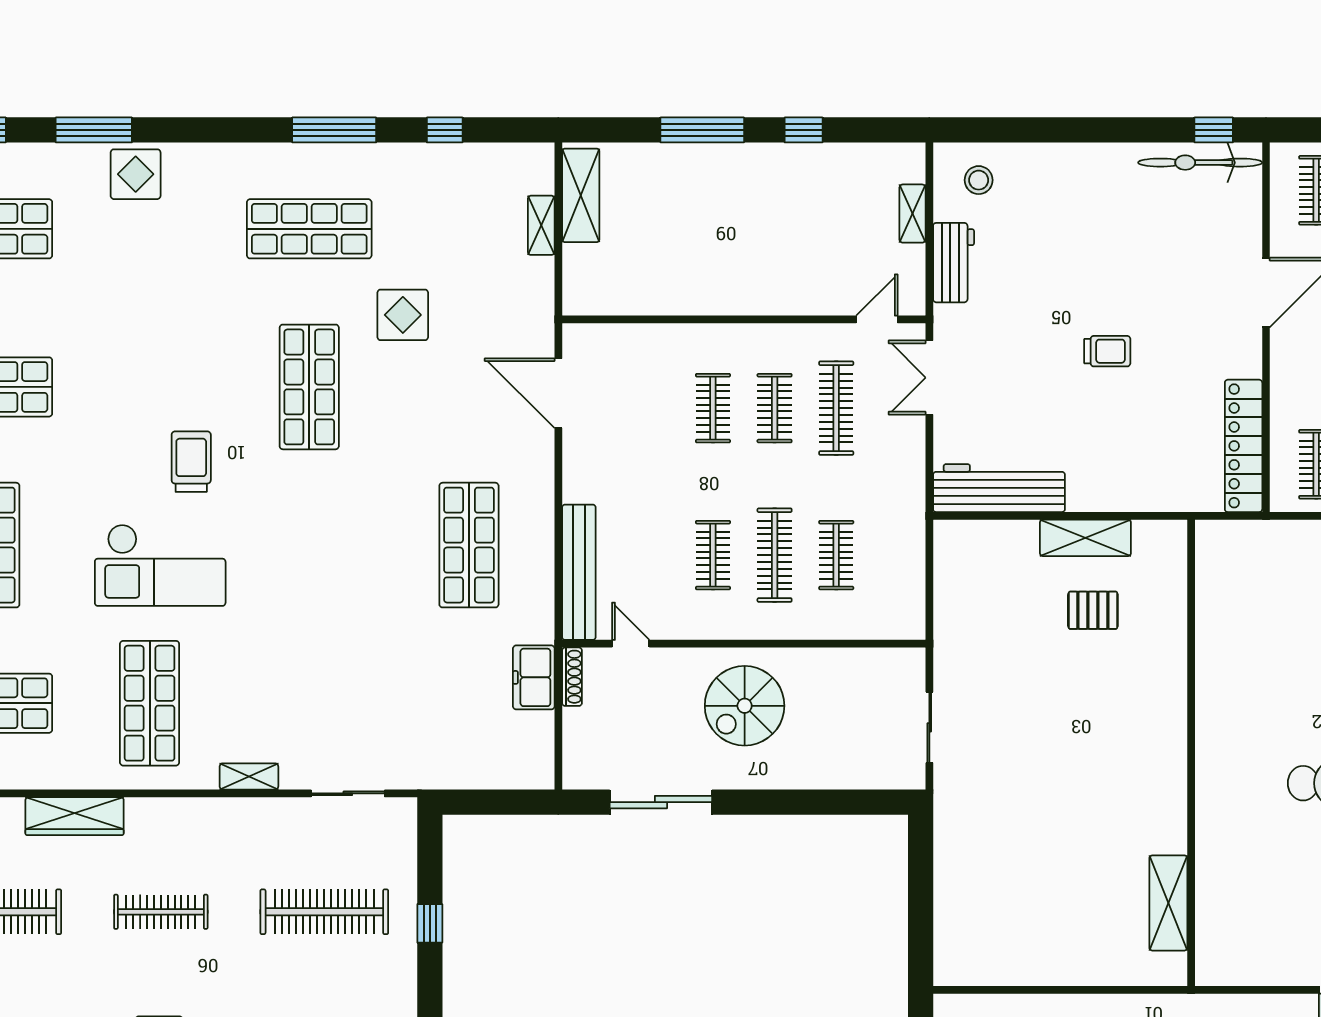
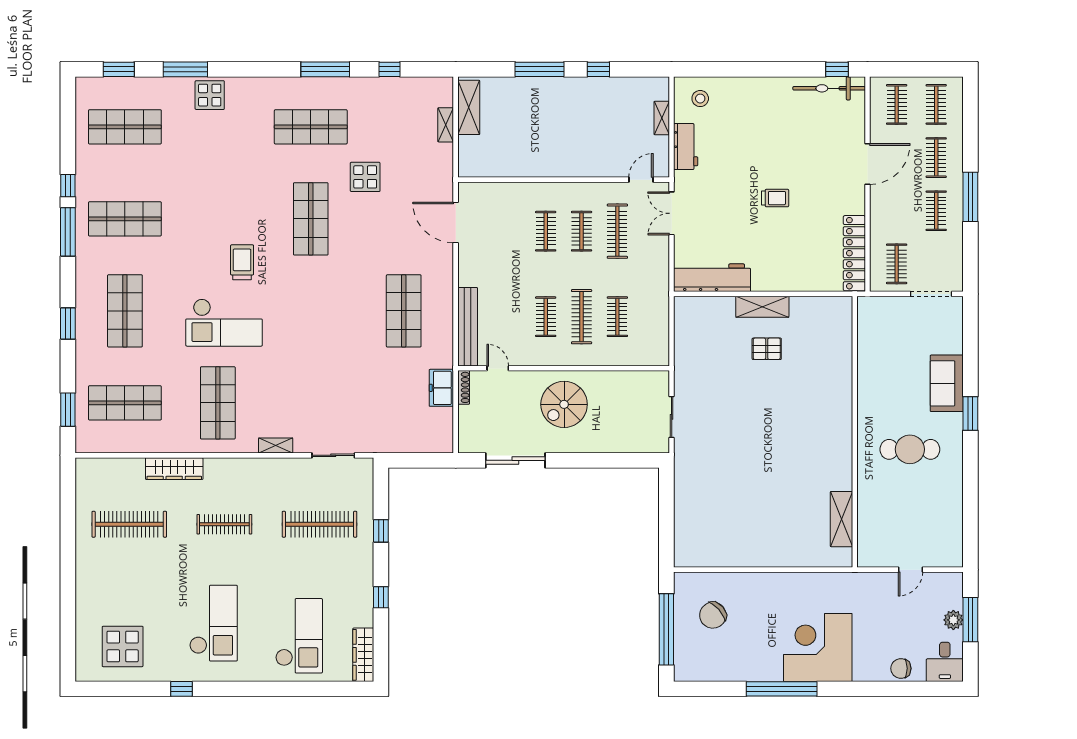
wall: (1191, 753) -> (855, 432), moved
shelving: (1168, 903) -> (841, 519), moved

